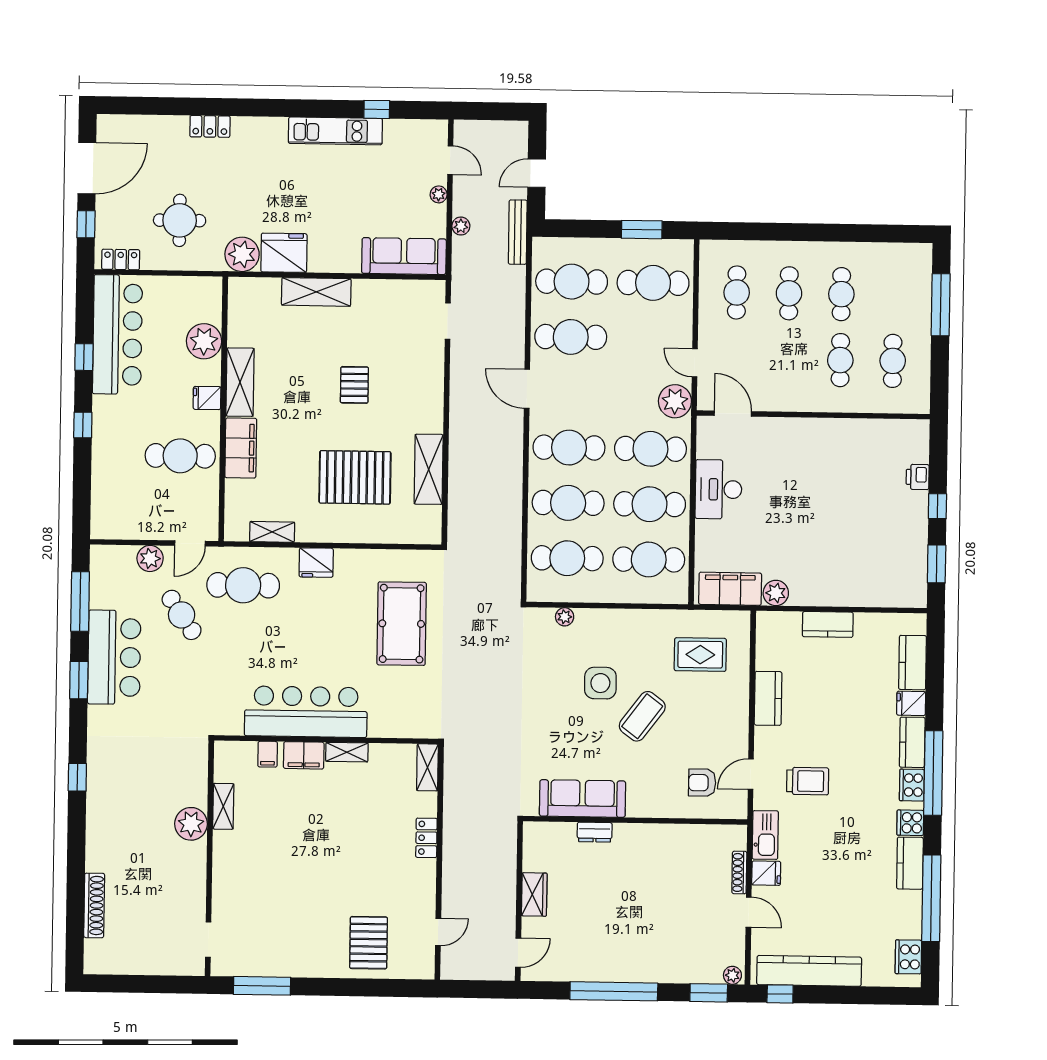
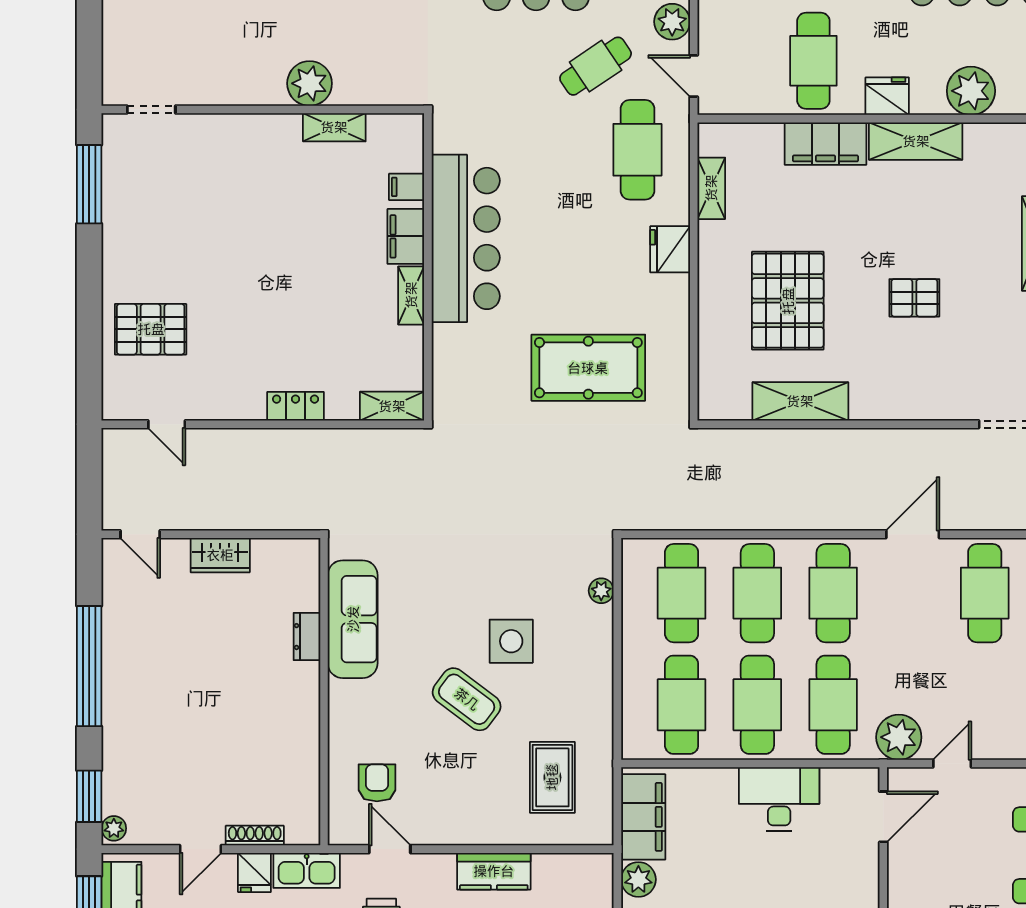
fridge: (207, 398) -> (887, 96), width x1.38

